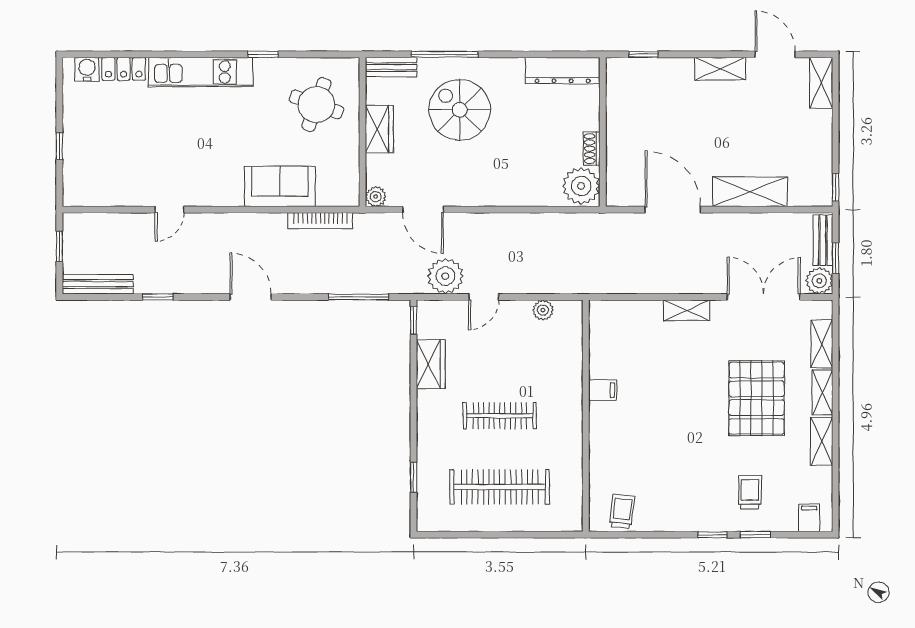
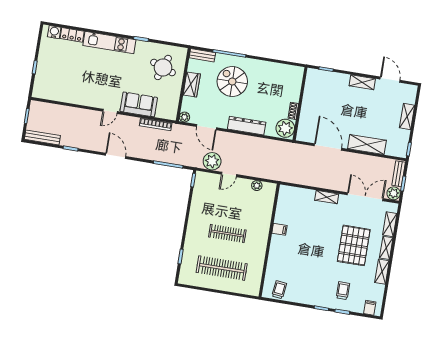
dresser: (563, 71) -> (247, 126), moved, turned 180
shelving: (821, 83) -> (407, 117), moved
door: (169, 210) -> (110, 111), moved
wardrobe: (431, 364) -> (198, 203), removed

